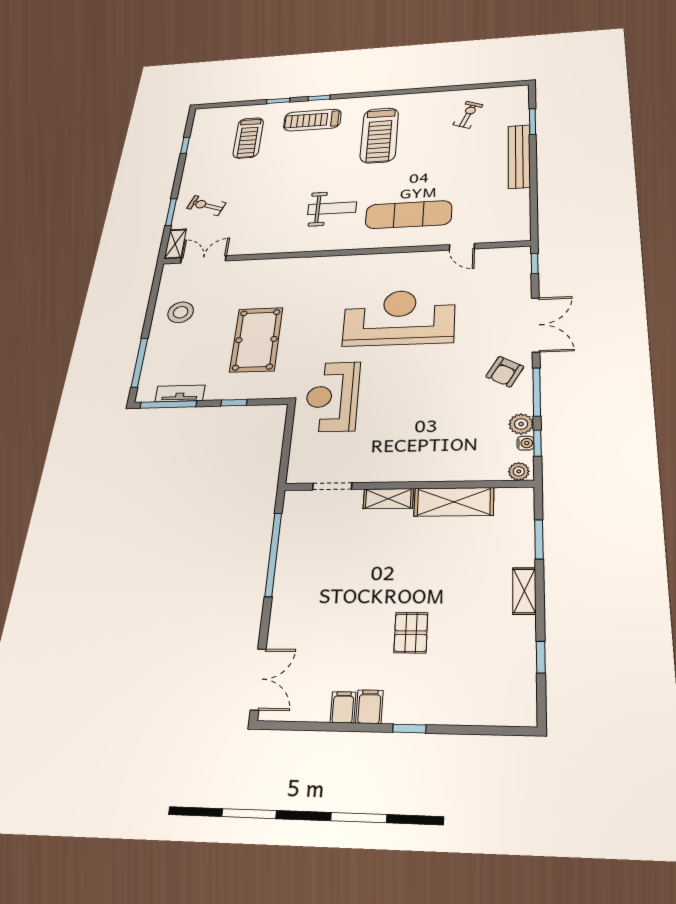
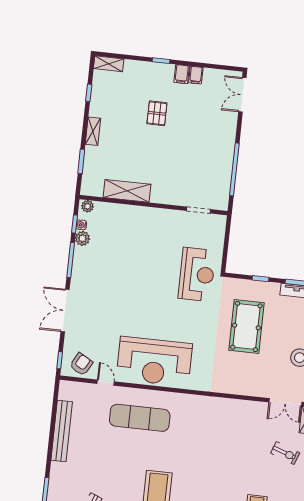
bench: (519, 156) -> (62, 431), moved
weight bench: (332, 208) -> (193, 433), removed
reception desk: (399, 318) -> (154, 361), moved
armchair: (505, 372) -> (81, 364), moved
shelving: (388, 499) -> (109, 64), moved

